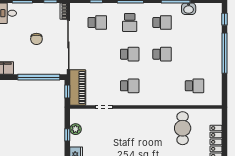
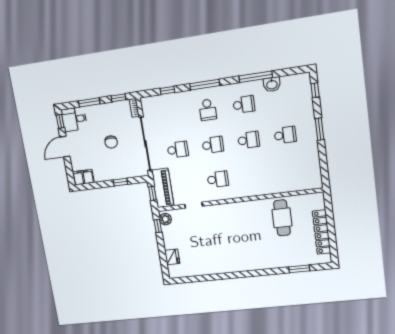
school desk: (97, 22) -> (178, 150), moved
window: (224, 53) -> (320, 129), width x0.47
window: (39, 77) -> (120, 182), width x0.32
school desk: (194, 86) -> (285, 135), moved
plant: (76, 129) -> (165, 219), moved
window: (67, 135) -> (158, 226), moved

